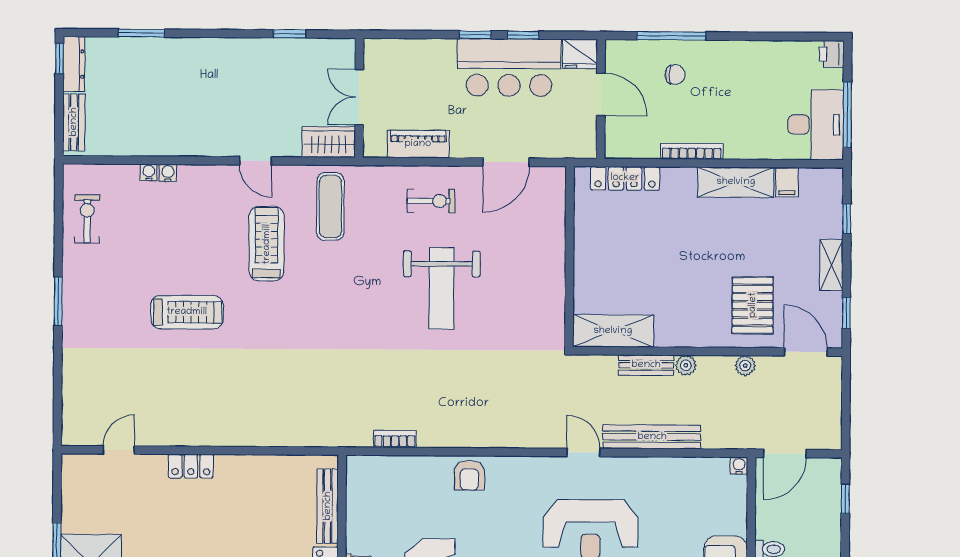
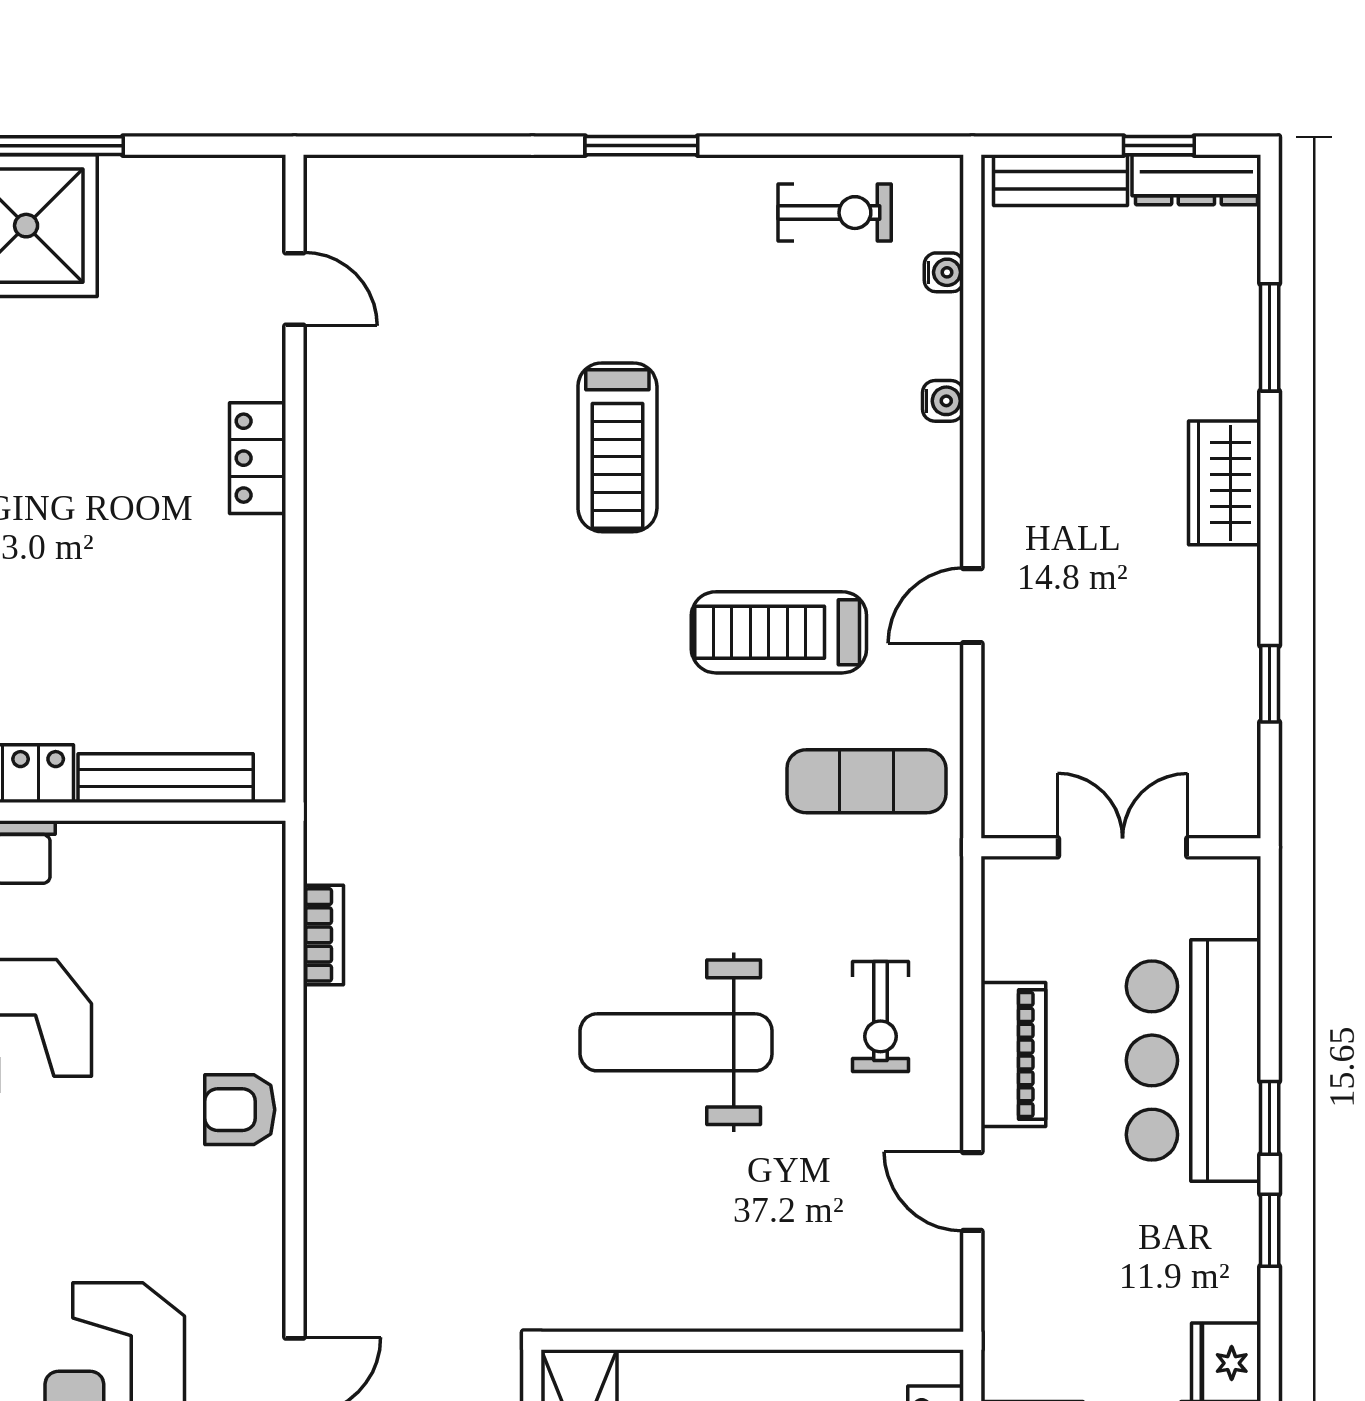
window: (59, 58) -> (1159, 146), moved
bar counter: (509, 67) -> (1194, 1060), moved
wardrobe: (329, 142) -> (1225, 483), moved, turned 180
piano: (418, 144) -> (1013, 1055), moved
door: (506, 162) -> (972, 1192), width x0.73
water cooler: (149, 172) -> (944, 272), moved
treadmill: (267, 244) -> (779, 632), turned 180

